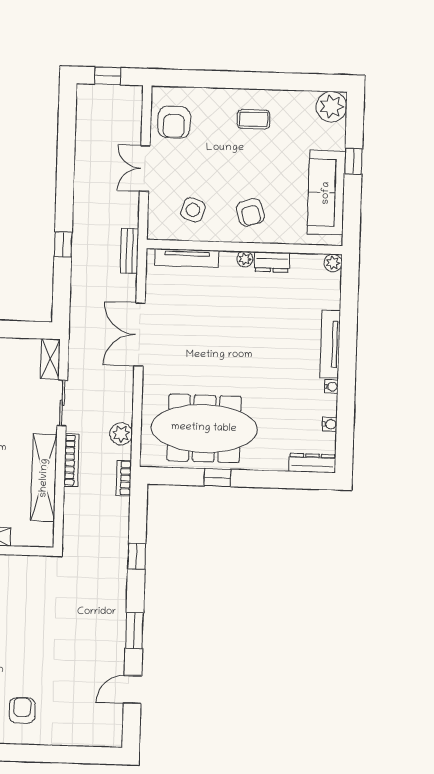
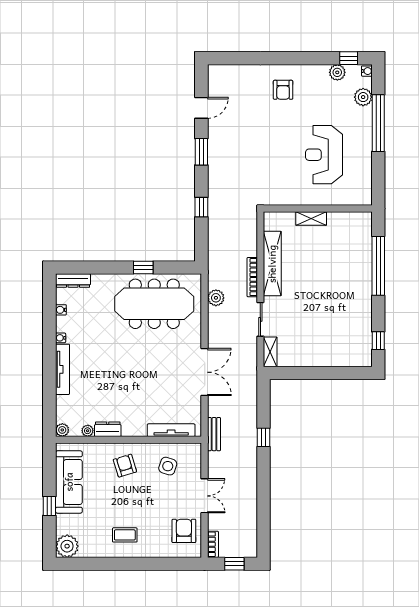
plant: (245, 259) -> (88, 431), moved
bookcase: (124, 478) -> (213, 544), moved

